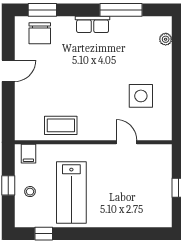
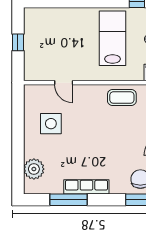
row of seats: (93, 24) -> (86, 187), width x1.48
plant: (166, 39) -> (34, 169), width x1.88, depth x1.88

